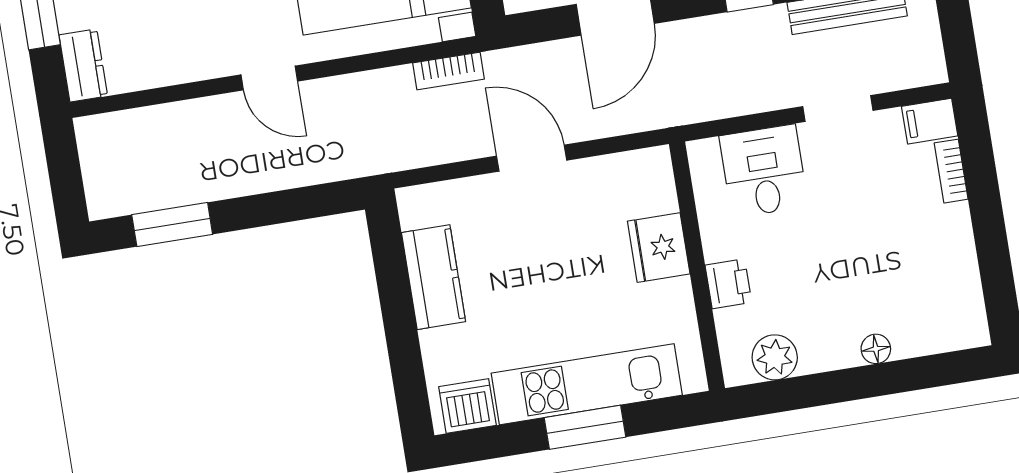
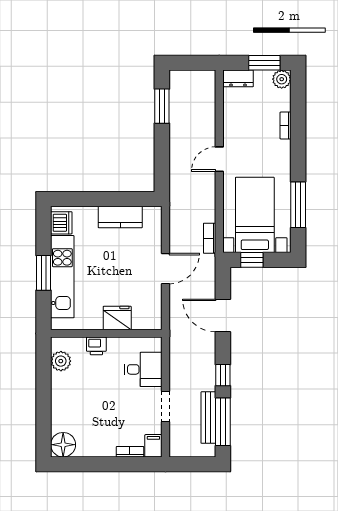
floor lamp: (876, 349) -> (63, 445), moved, width x1.89, depth x1.89

